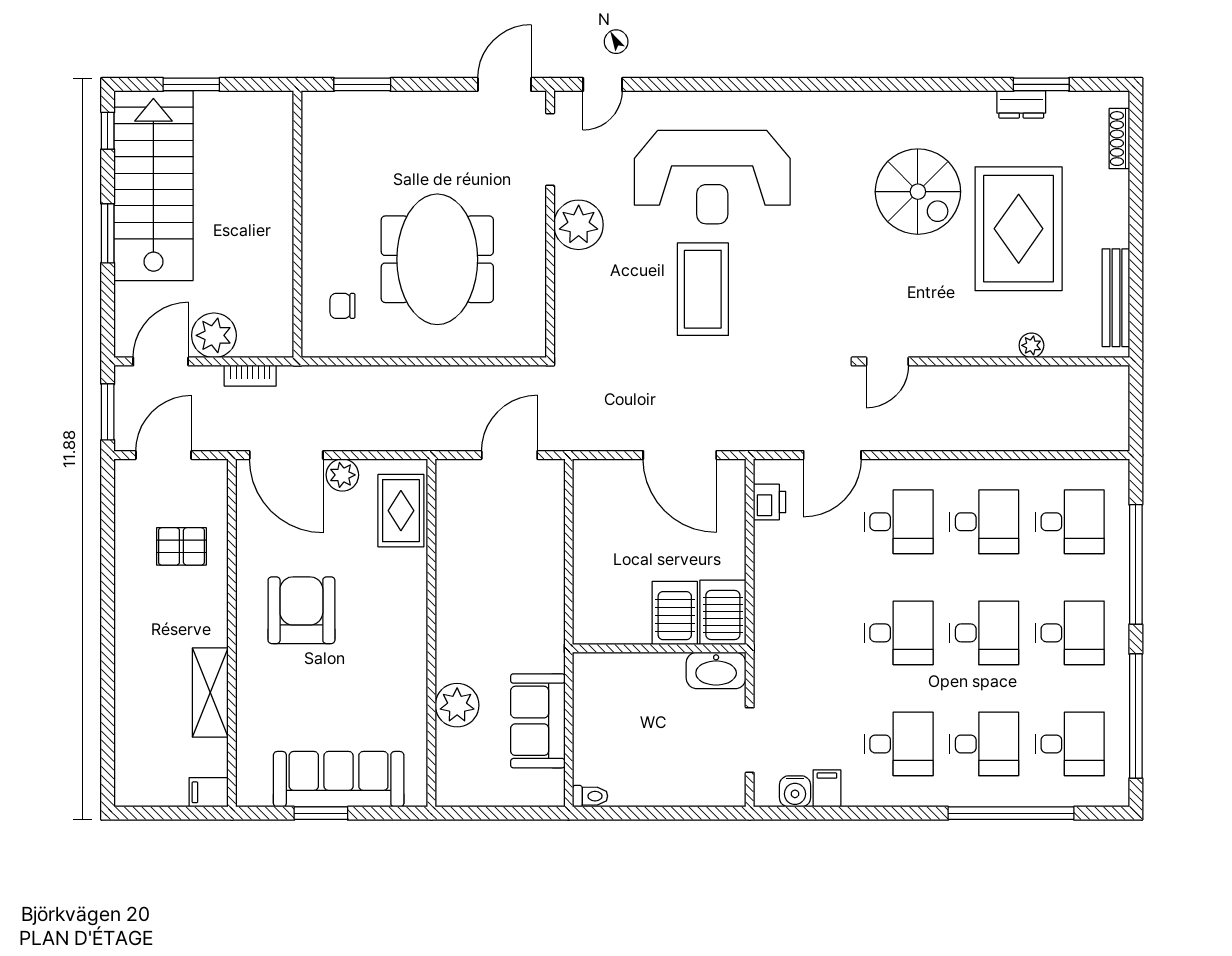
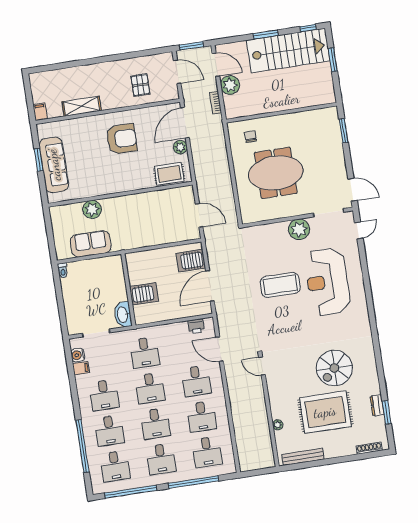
door: (603, 84) -> (359, 230), swing flipped
server rack: (723, 612) -> (191, 261), moved, turned 180
desk: (813, 633) -> (145, 353), added

